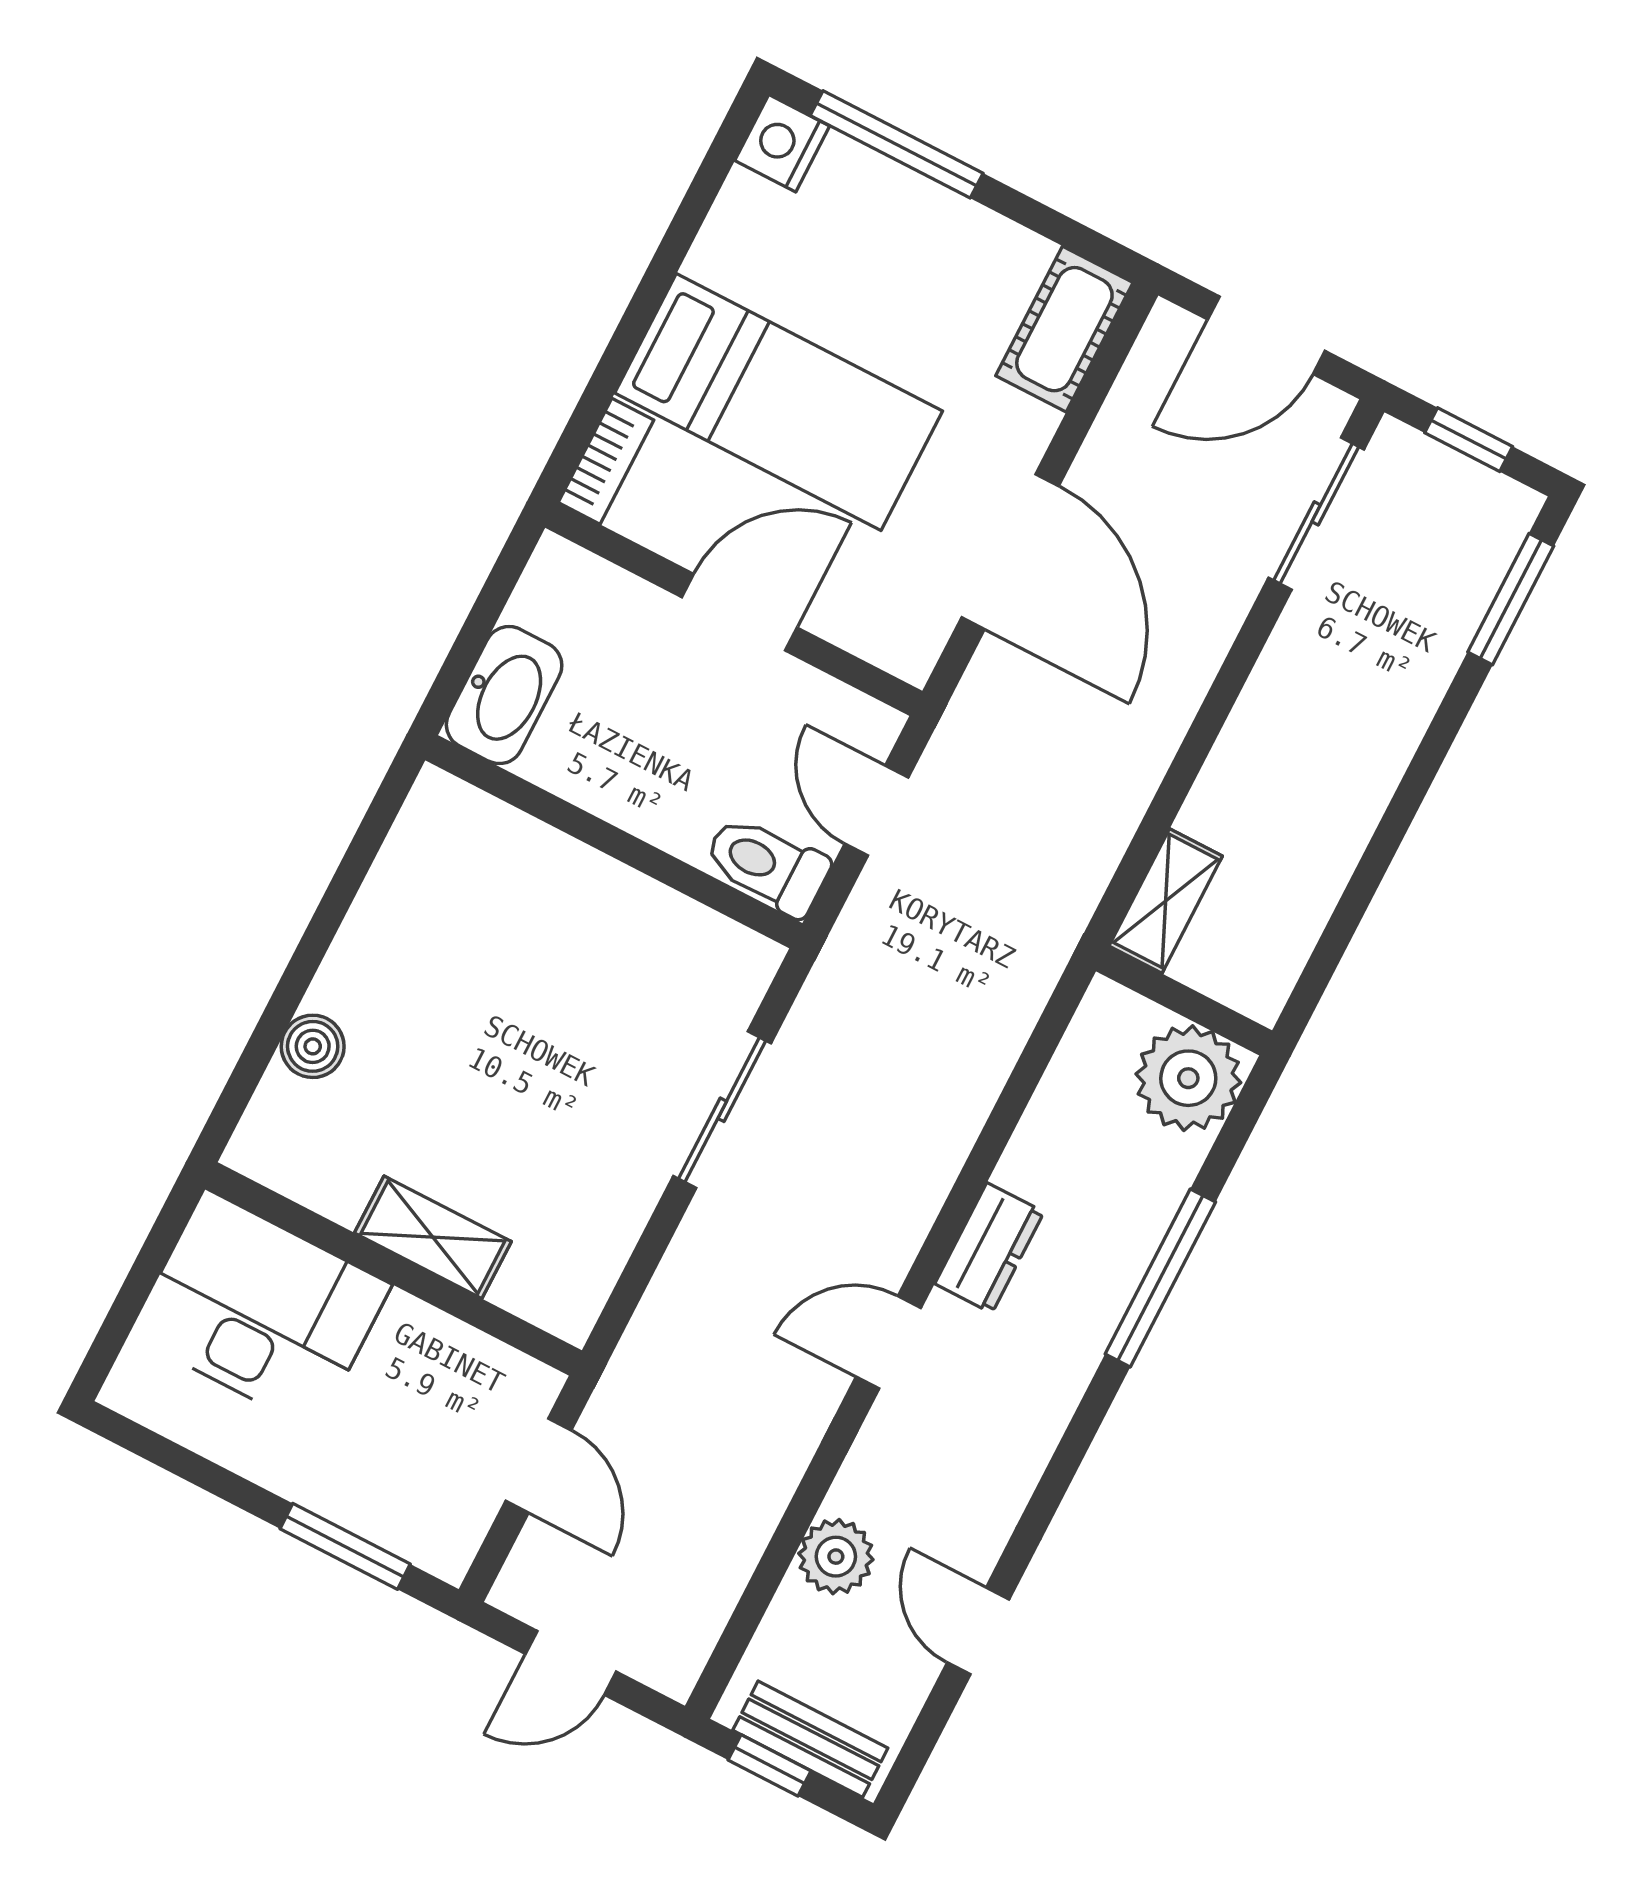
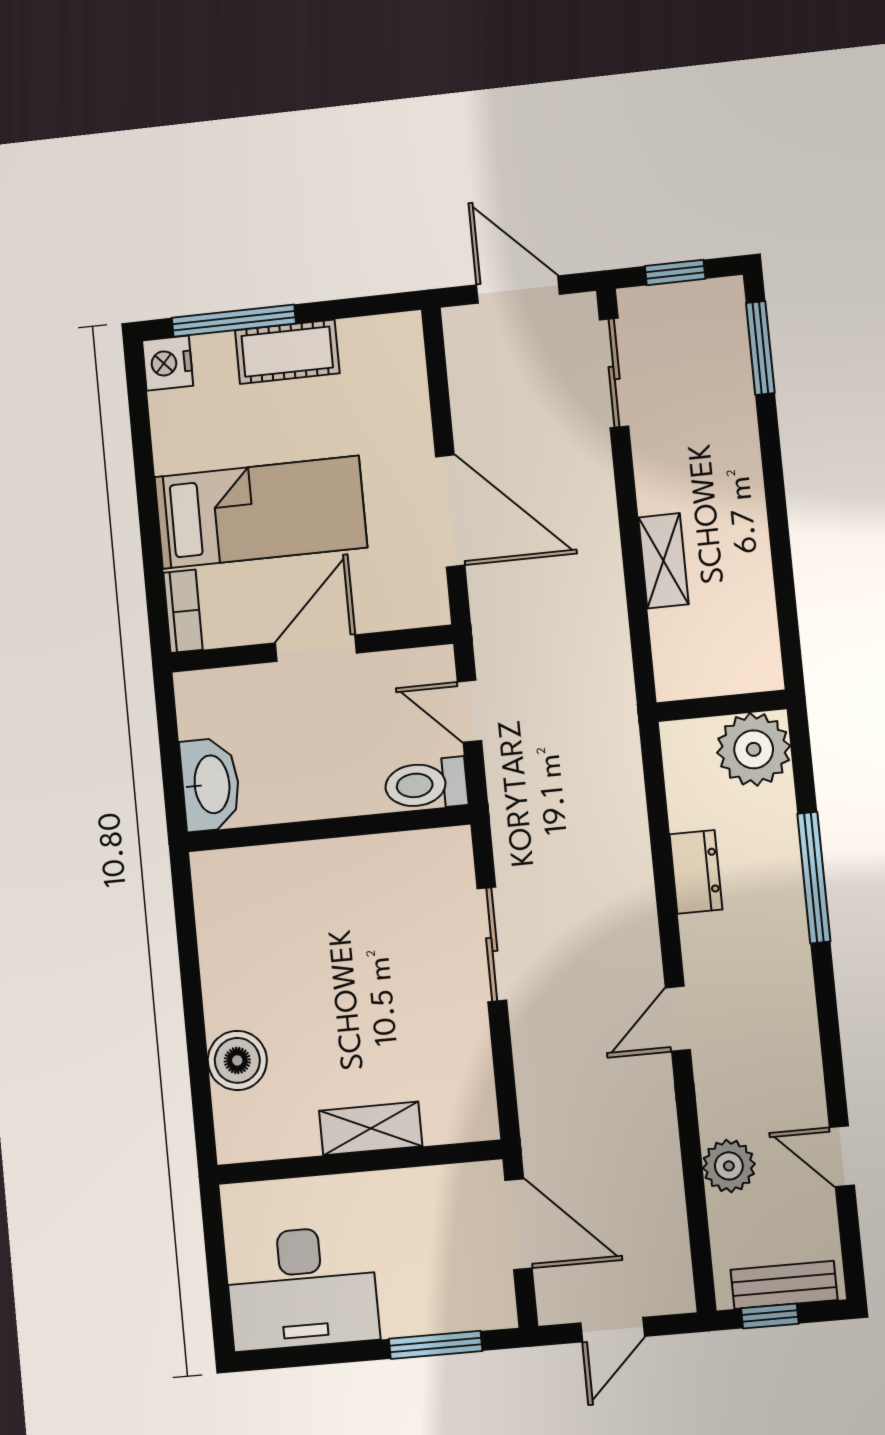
cot: (1064, 329) -> (287, 352), moved, turned 90
door: (1266, 335) -> (518, 290), swing flipped
shelving: (1166, 901) -> (663, 561), moved
boiler: (313, 1046) -> (237, 1060), width x1.36, depth x1.36
dresser: (989, 1248) -> (696, 872), moved
desk: (260, 1310) -> (302, 1288), moved, turned 180
door: (538, 1466) -> (519, 1224), width x1.38

